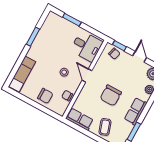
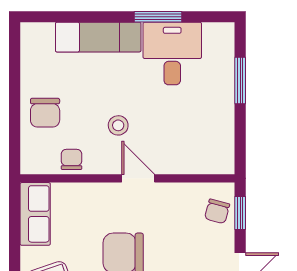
desk: (86, 46) -> (172, 54), moved, turned 180
exam couch: (22, 74) -> (98, 37), moved
door: (87, 75) -> (138, 178), hinge flipped

